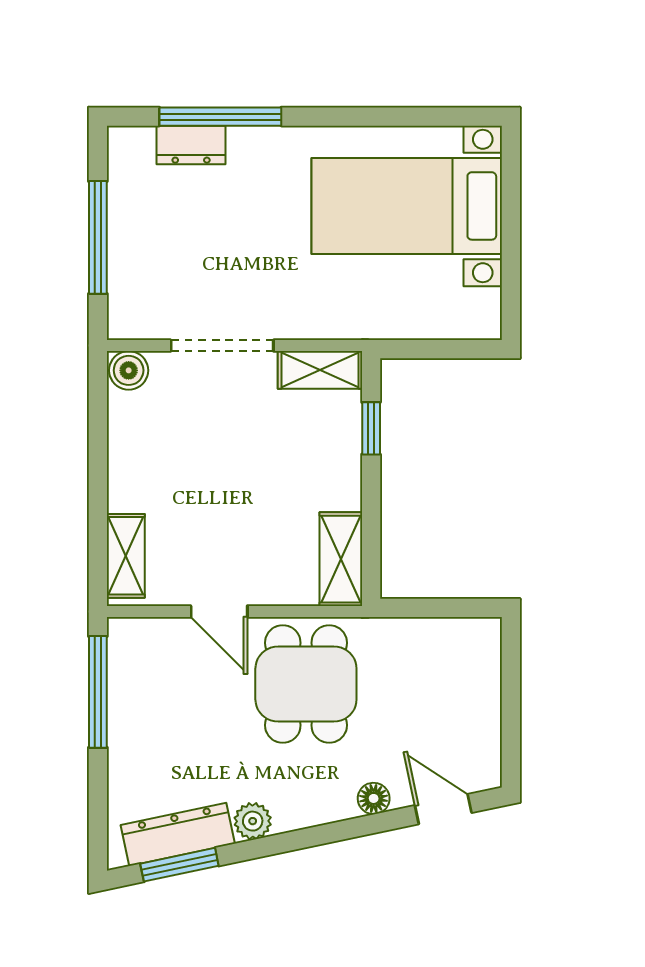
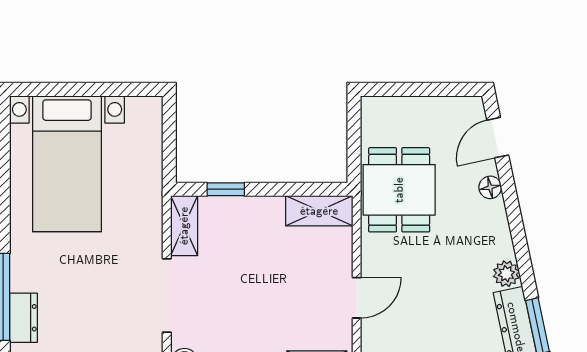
dining table: (306, 684) -> (399, 190), moved, turned 90

